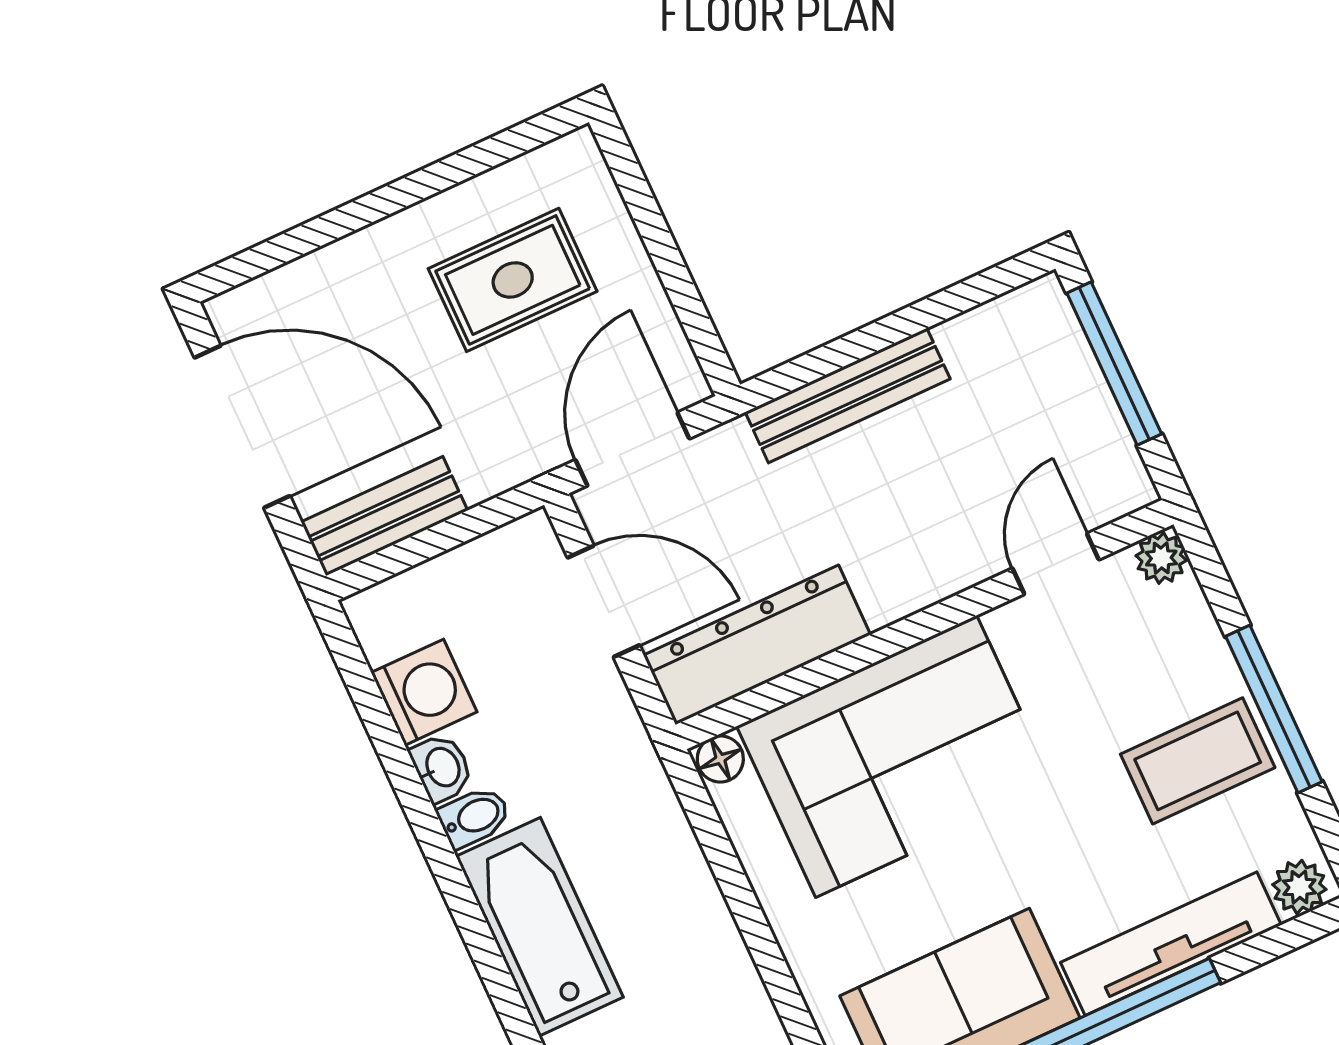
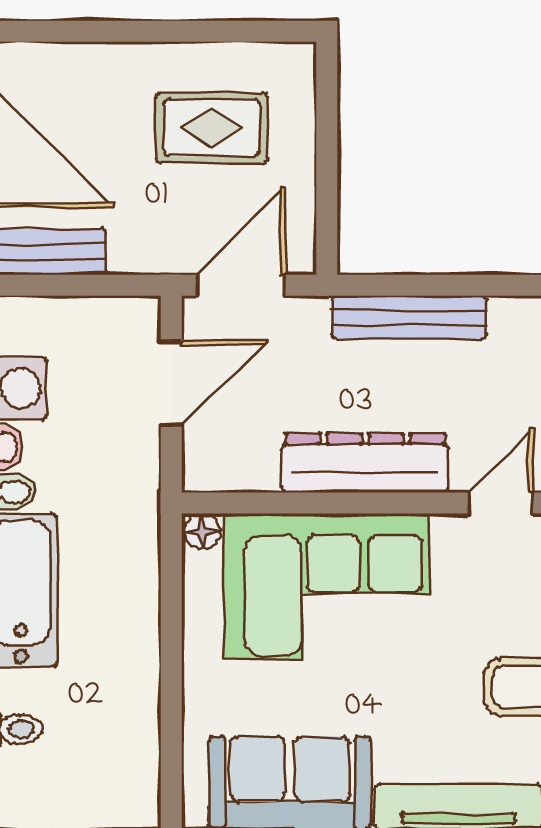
door: (604, 601) -> (171, 383), hinge flipped
dresser: (757, 645) -> (365, 463), moved

